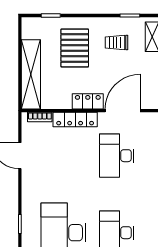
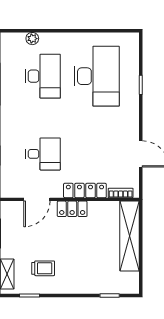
pallet: (75, 48) -> (85, 263), removed
door: (123, 111) -> (37, 199), width x0.73
desk: (117, 156) -> (43, 154), width x0.73

